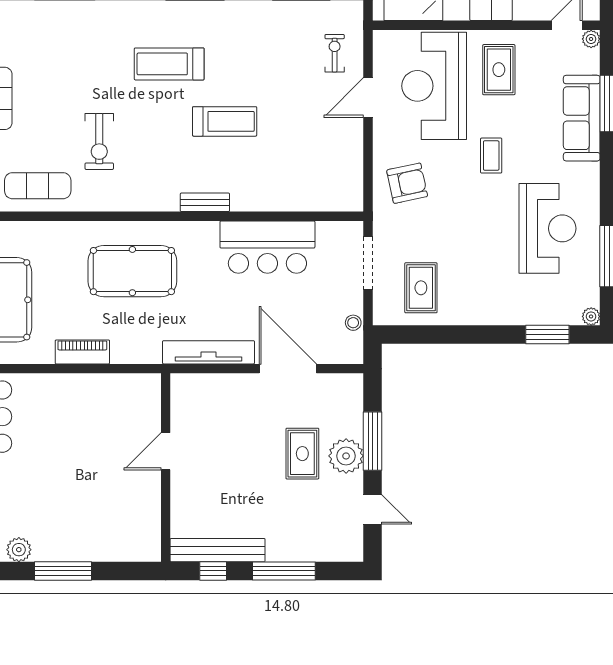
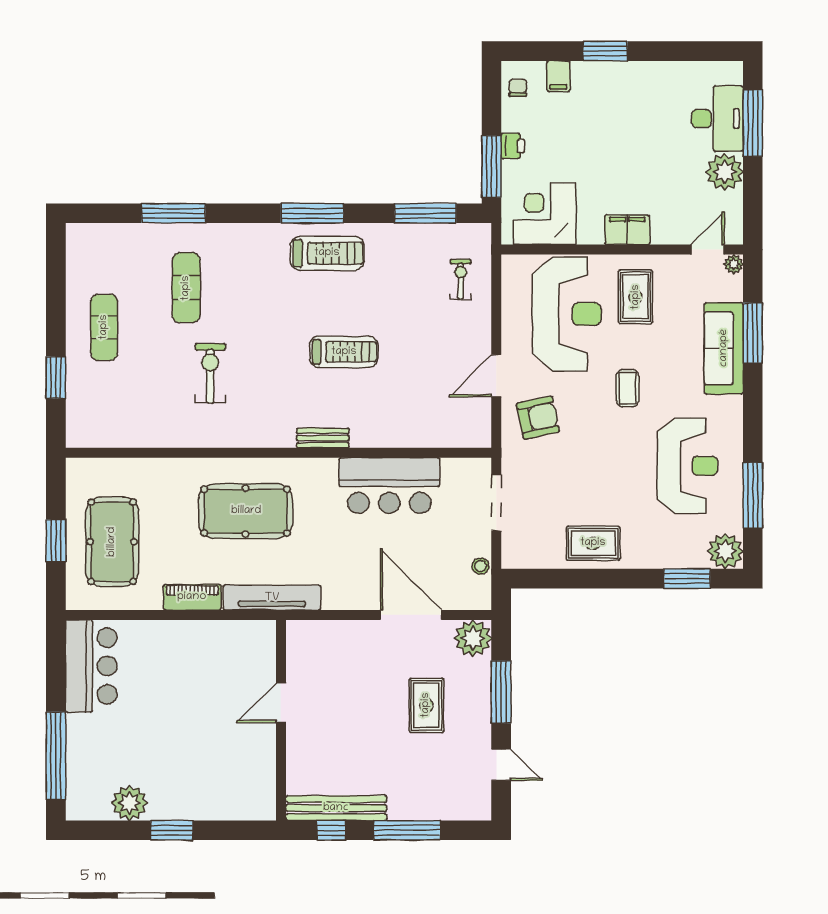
treadmill: (169, 64) -> (327, 253), moved, turned 180
reception desk: (434, 86) -> (567, 314), turned 180
door: (368, 97) -> (496, 376), moved
exercise bike: (99, 141) -> (210, 373), turned 180
exercise mat: (38, 186) -> (186, 288), moved, turned 90
rug: (421, 288) -> (593, 543), moved, turned 90
plant: (591, 316) -> (725, 551), width x1.88, depth x1.88
tv unit: (209, 352) -> (272, 598), moved
plant: (346, 456) -> (473, 638), moved
plant: (19, 550) -> (129, 803), width x1.36, depth x1.36
window: (63, 571) -> (172, 830), width x0.69

